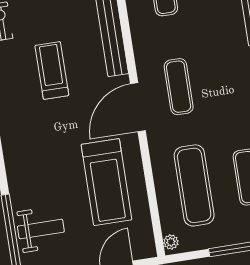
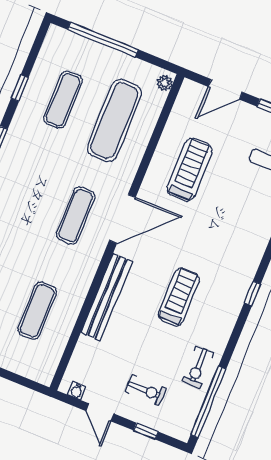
treadmill: (52, 70) -> (179, 297), turned 180
treadmill: (106, 182) -> (190, 170), width x0.73, depth x0.73

